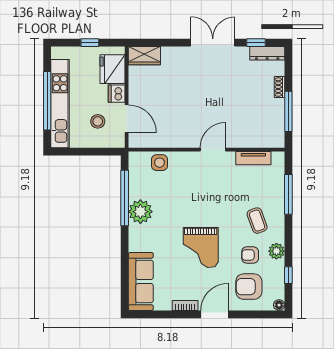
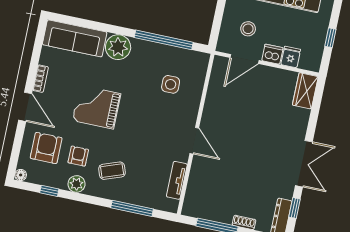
fridge: (113, 69) -> (291, 57), width x0.53, depth x0.75
side table: (159, 163) -> (171, 84), moved
plant: (140, 212) -> (118, 47), moved

